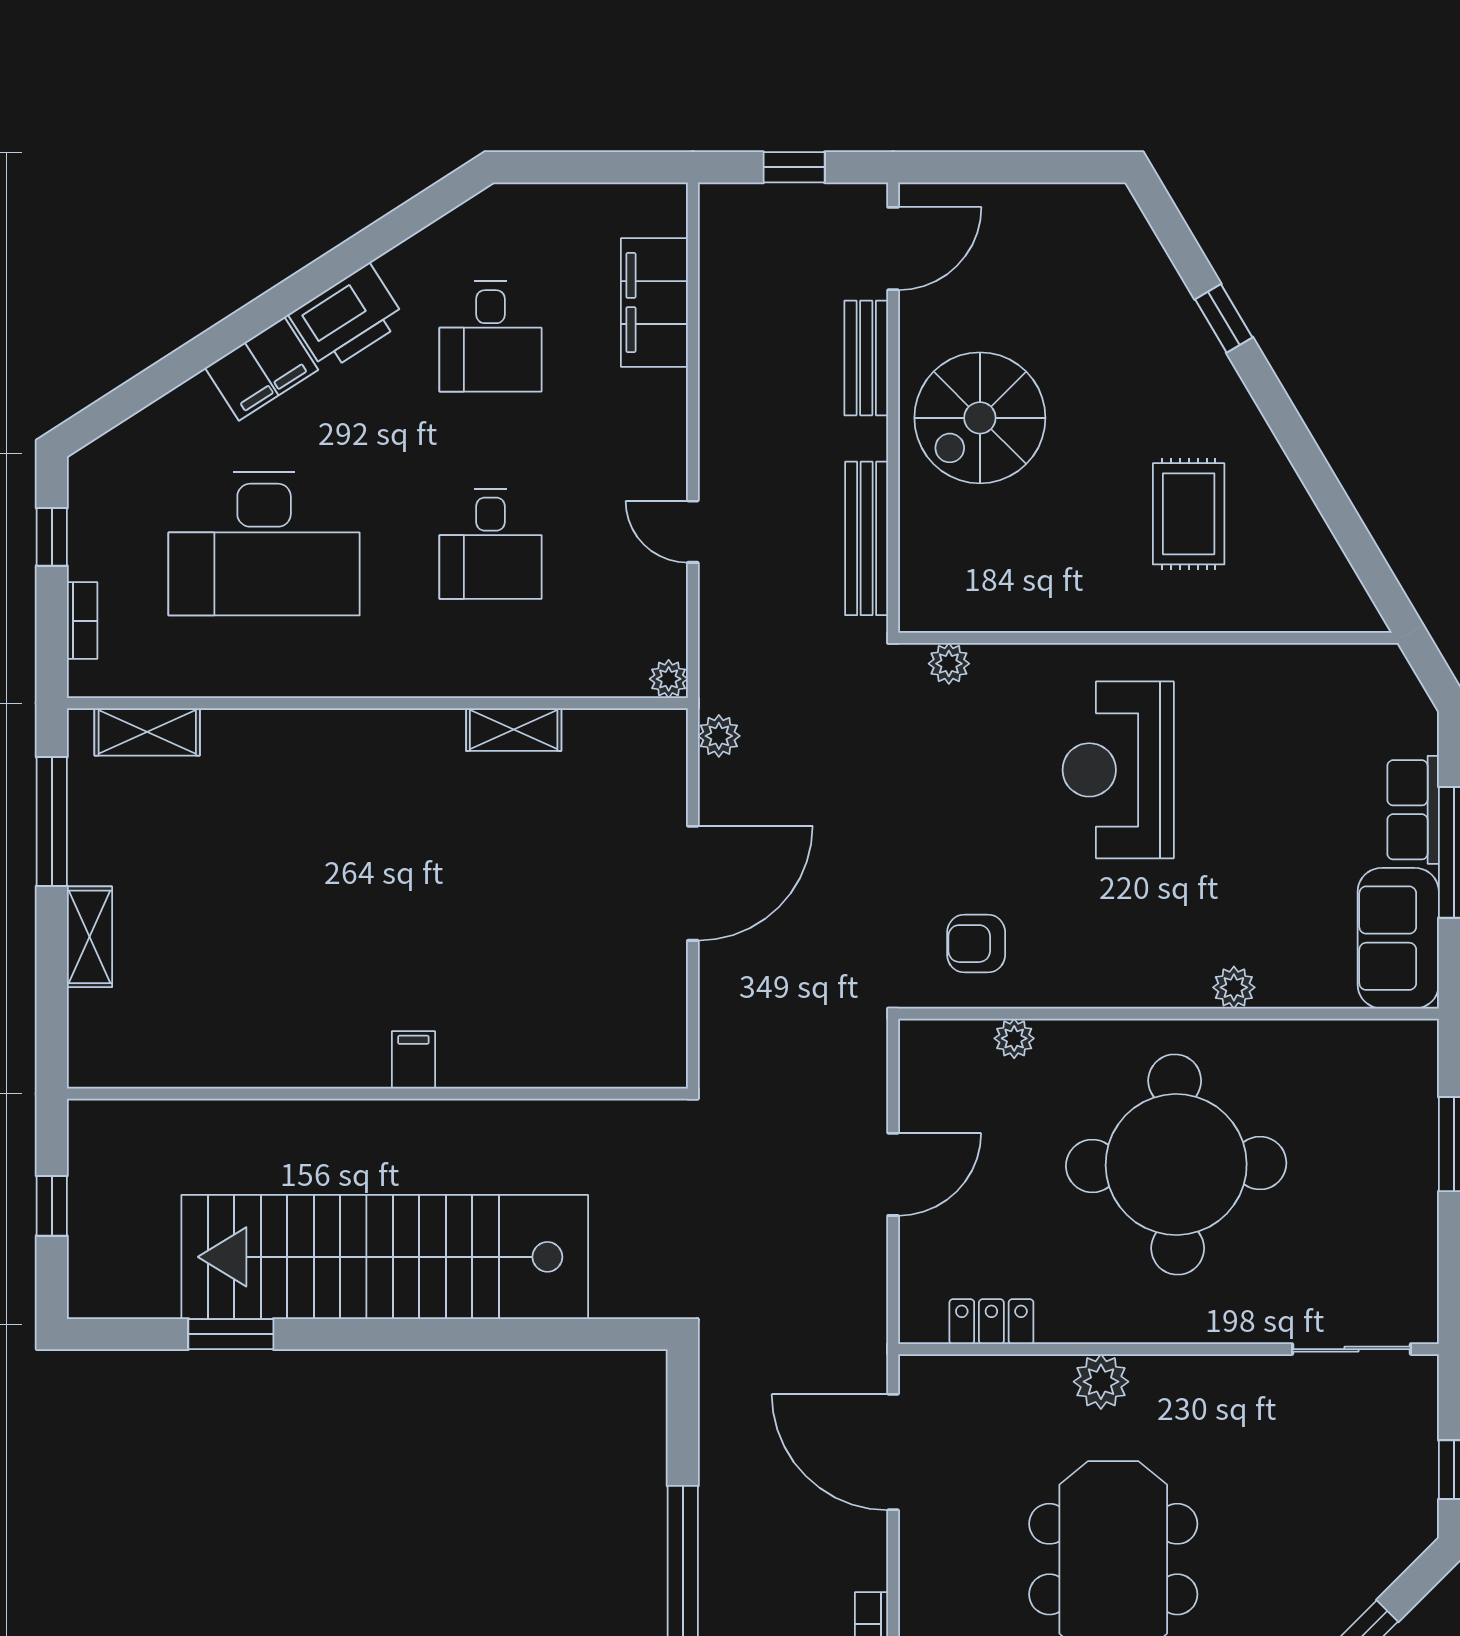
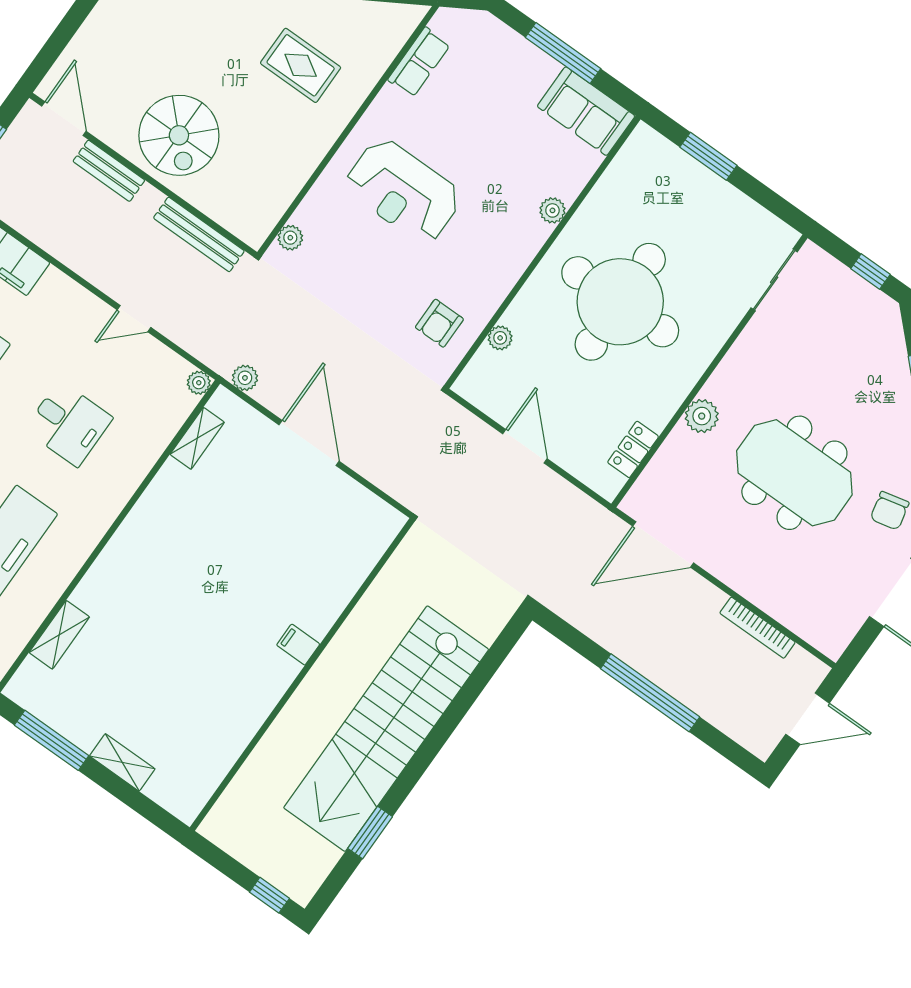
shelving: (514, 729) -> (197, 438), moved
shelving: (147, 732) -> (59, 635), moved
row of seats: (1413, 810) -> (419, 62), moved, turned -90
window: (52, 1206) -> (269, 895), moved

